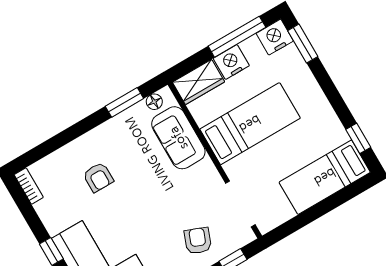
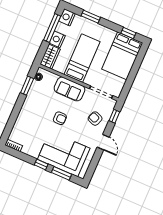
window: (303, 44) -> (91, 17), moved
sofa: (178, 138) -> (69, 89), moved
armchair: (98, 177) -> (60, 118), moved
bed: (325, 177) -> (122, 56), width x1.50

